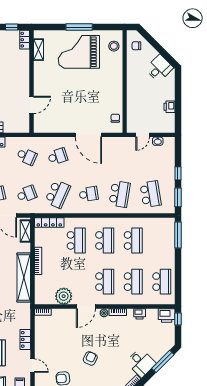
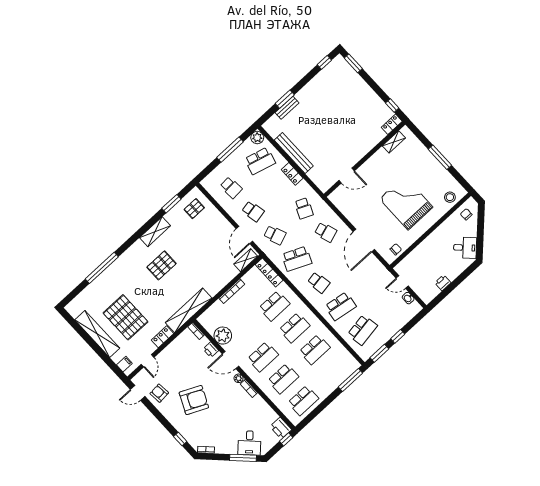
grand piano: (79, 52) -> (406, 203), moved
shelving: (24, 277) -> (189, 310), moved
printer: (140, 314) -> (211, 350), moved
armchair: (90, 358) -> (194, 400), width x1.88, depth x1.88
desk: (141, 363) -> (249, 443), moved

